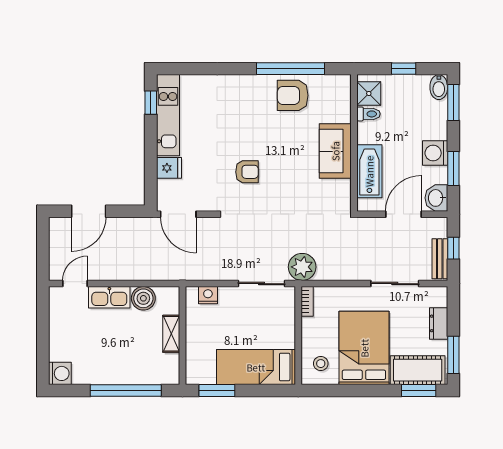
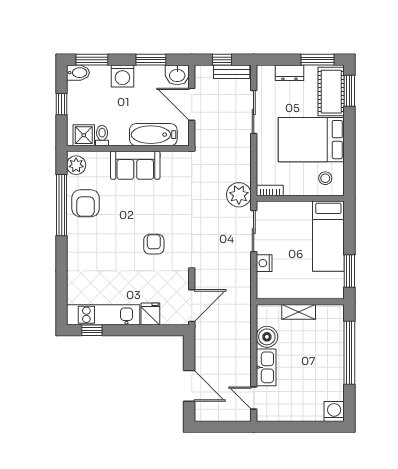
plant: (335, 85) -> (76, 165), added
washing machine: (435, 153) -> (122, 76), moved
nightstand: (208, 295) -> (264, 263), moved

